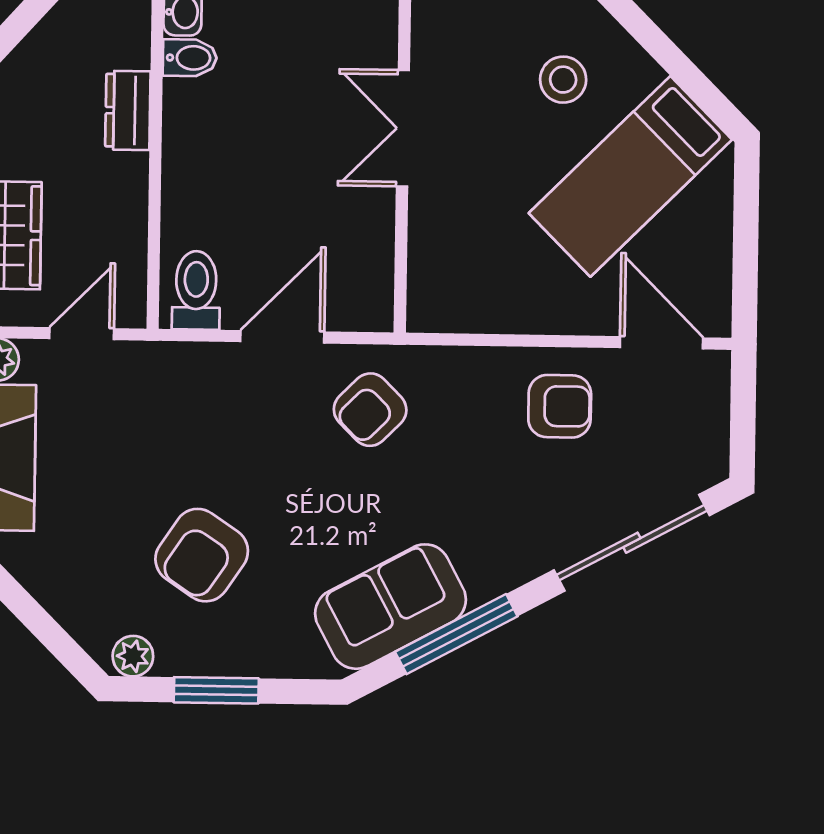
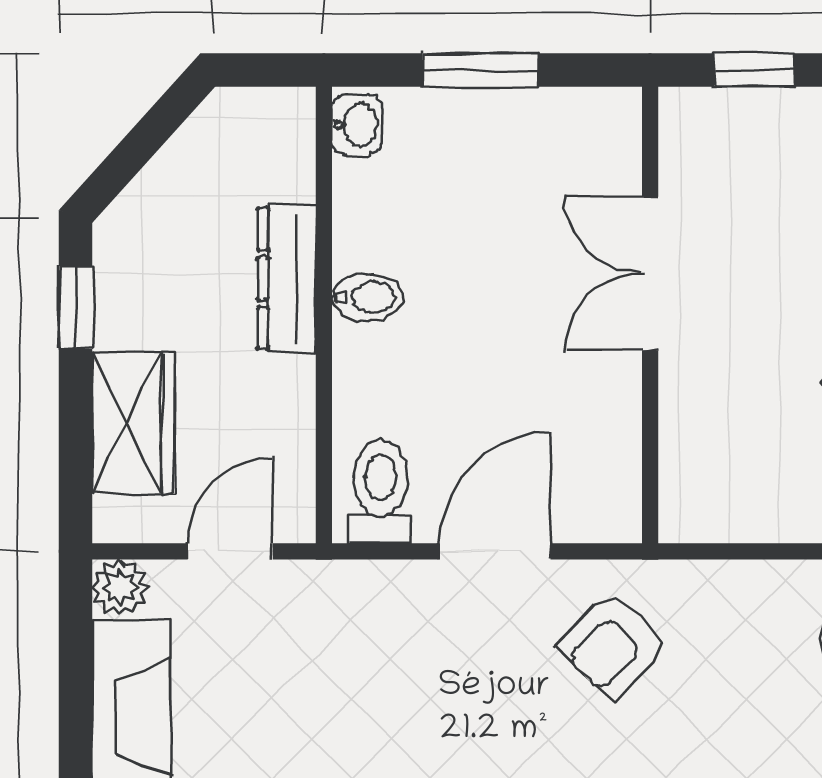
bidet: (190, 58) -> (367, 297), moved
dresser: (128, 110) -> (287, 278), width x1.44

